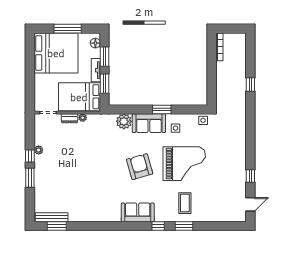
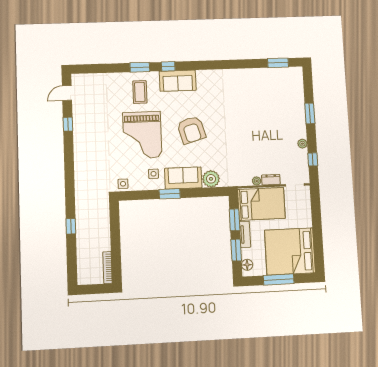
window: (30, 156) -> (313, 159), moved
grand piano: (184, 164) -> (142, 135), turned -90
sofa: (138, 212) -> (178, 81), moved
bench: (52, 217) -> (284, 72), removed

